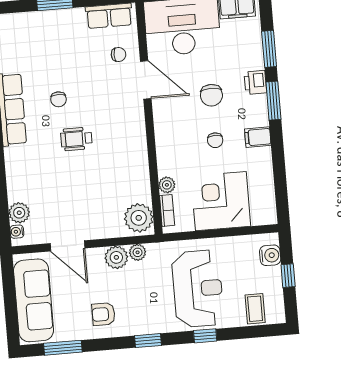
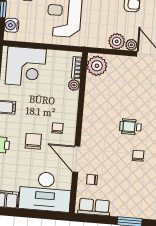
wheelchair: (76, 139) -> (130, 127), turned 180
chair: (215, 140) -> (57, 128), moved
corner desk: (221, 201) -> (26, 67), moved
plant: (138, 252) -> (131, 45), moved

